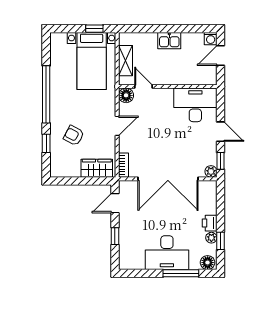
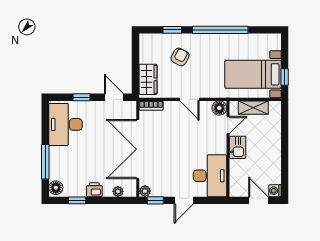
kitchen sink: (169, 41) -> (238, 147), moved, turned 180
plant: (211, 238) -> (118, 191), moved
desk: (167, 253) -> (65, 124), moved

